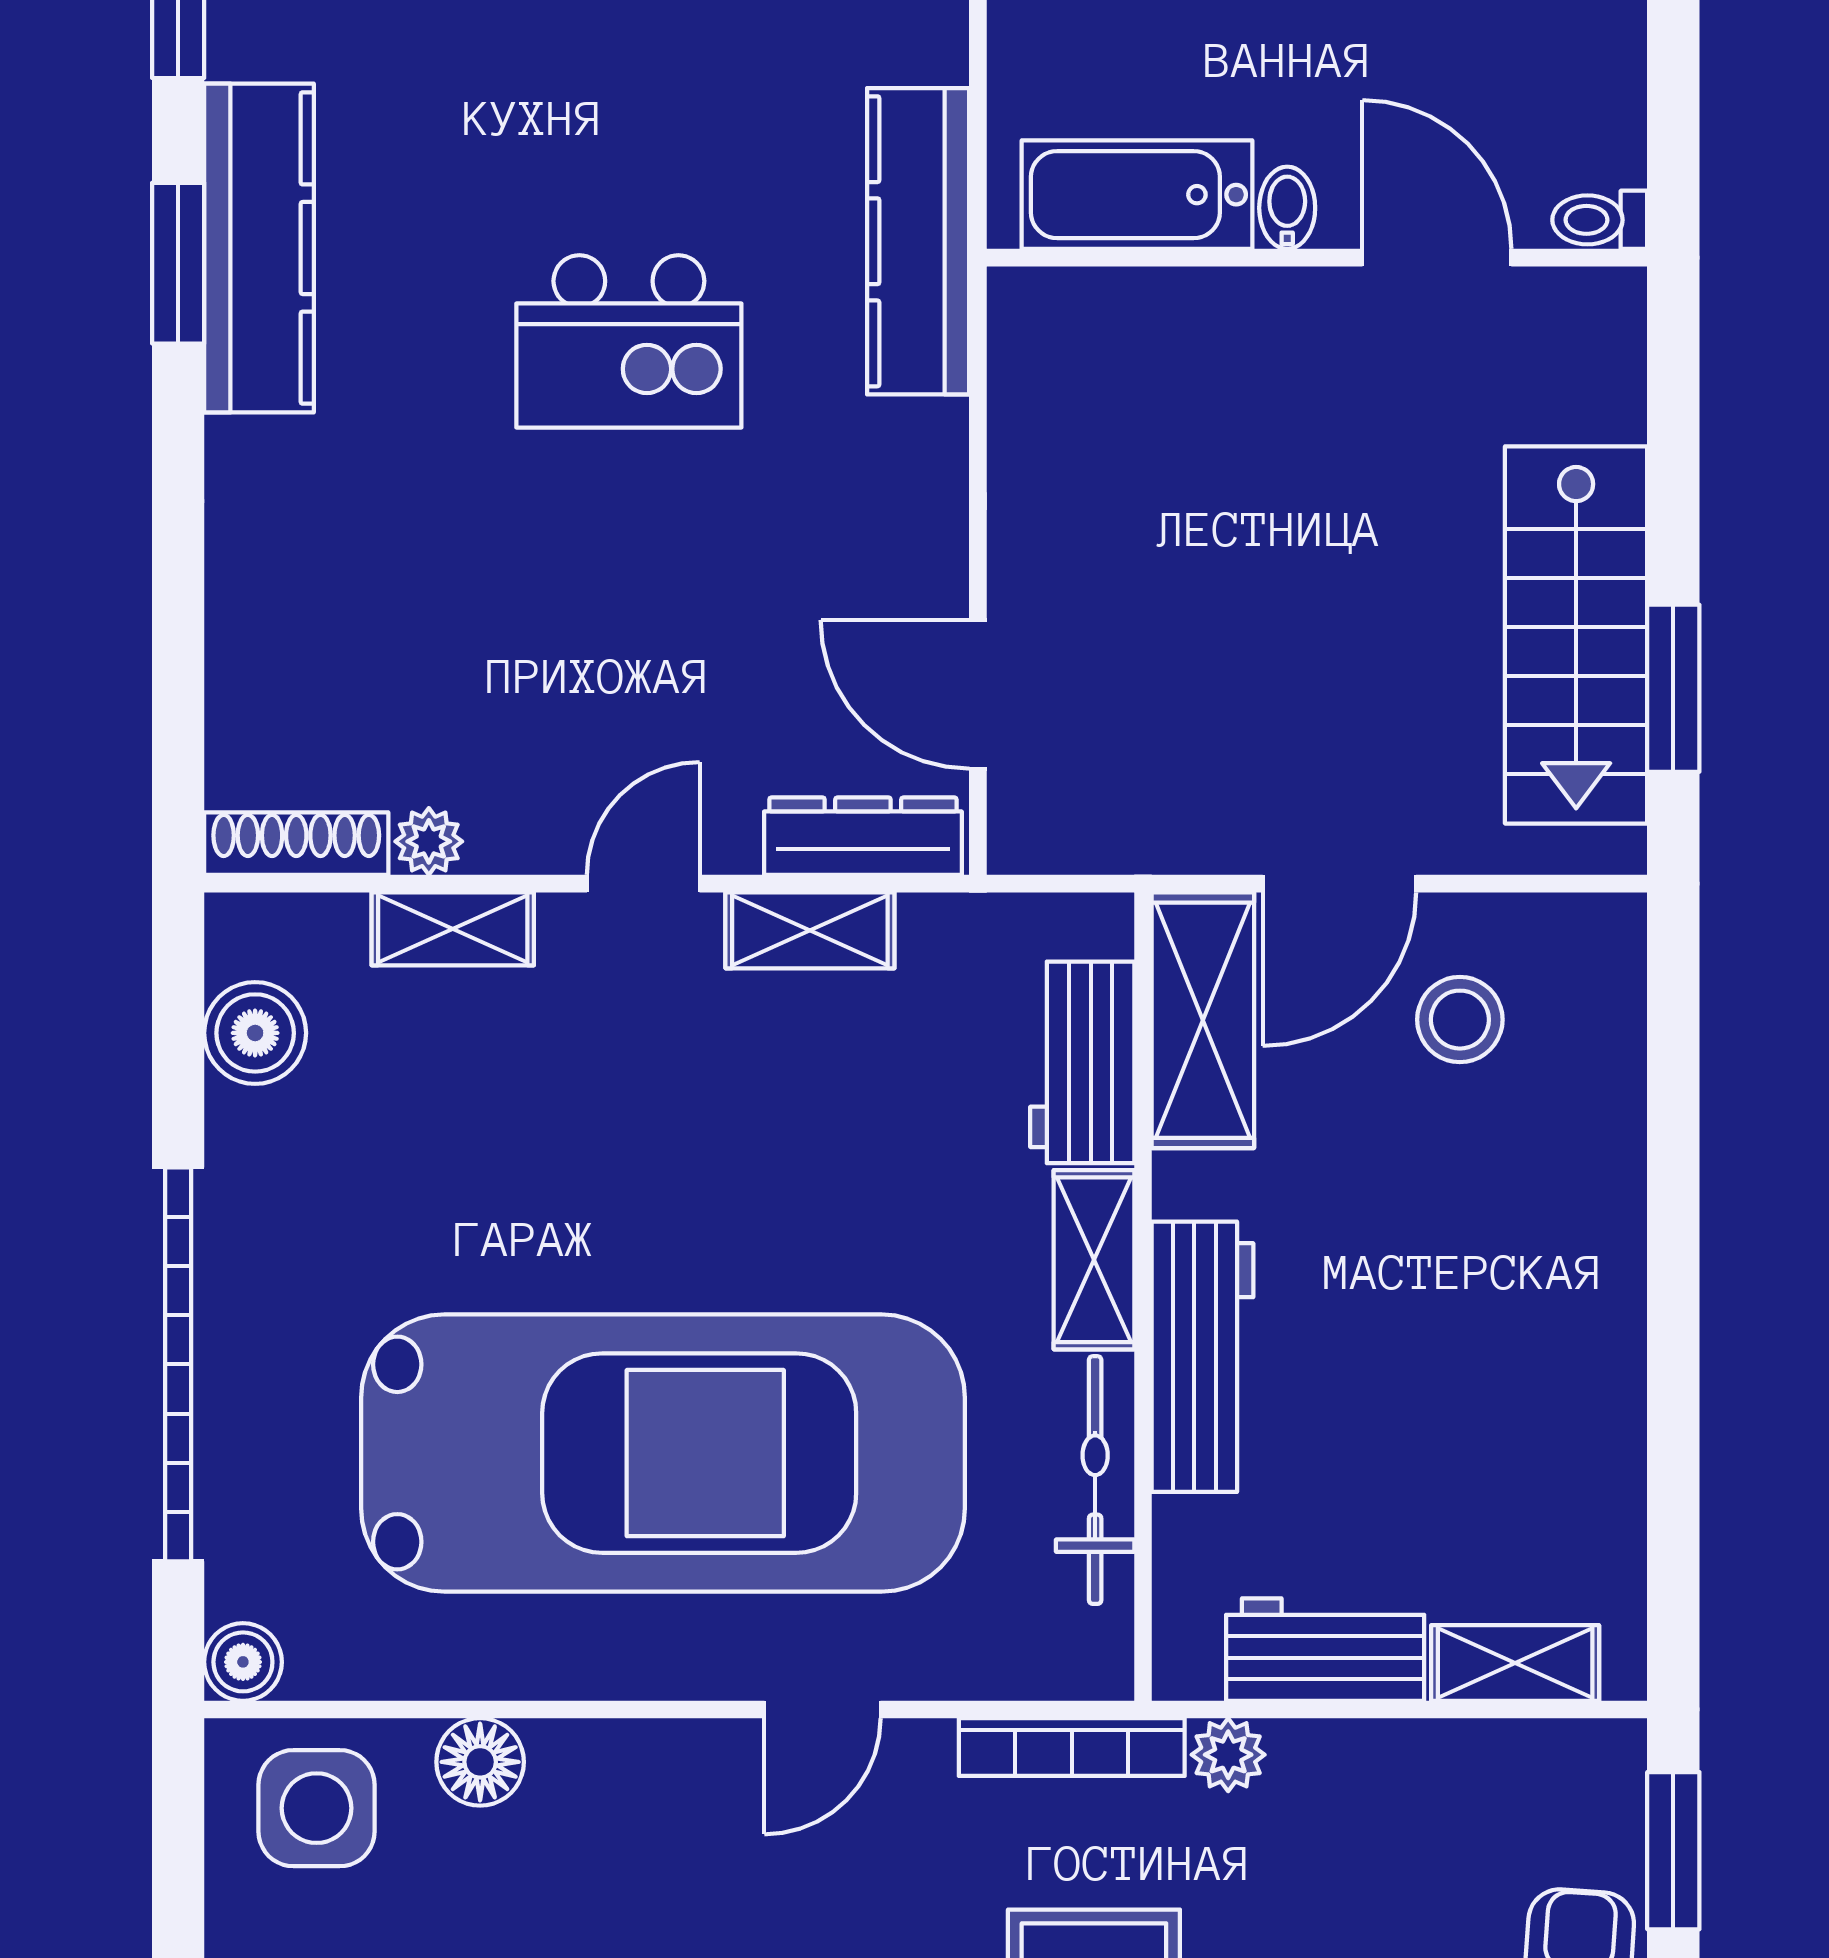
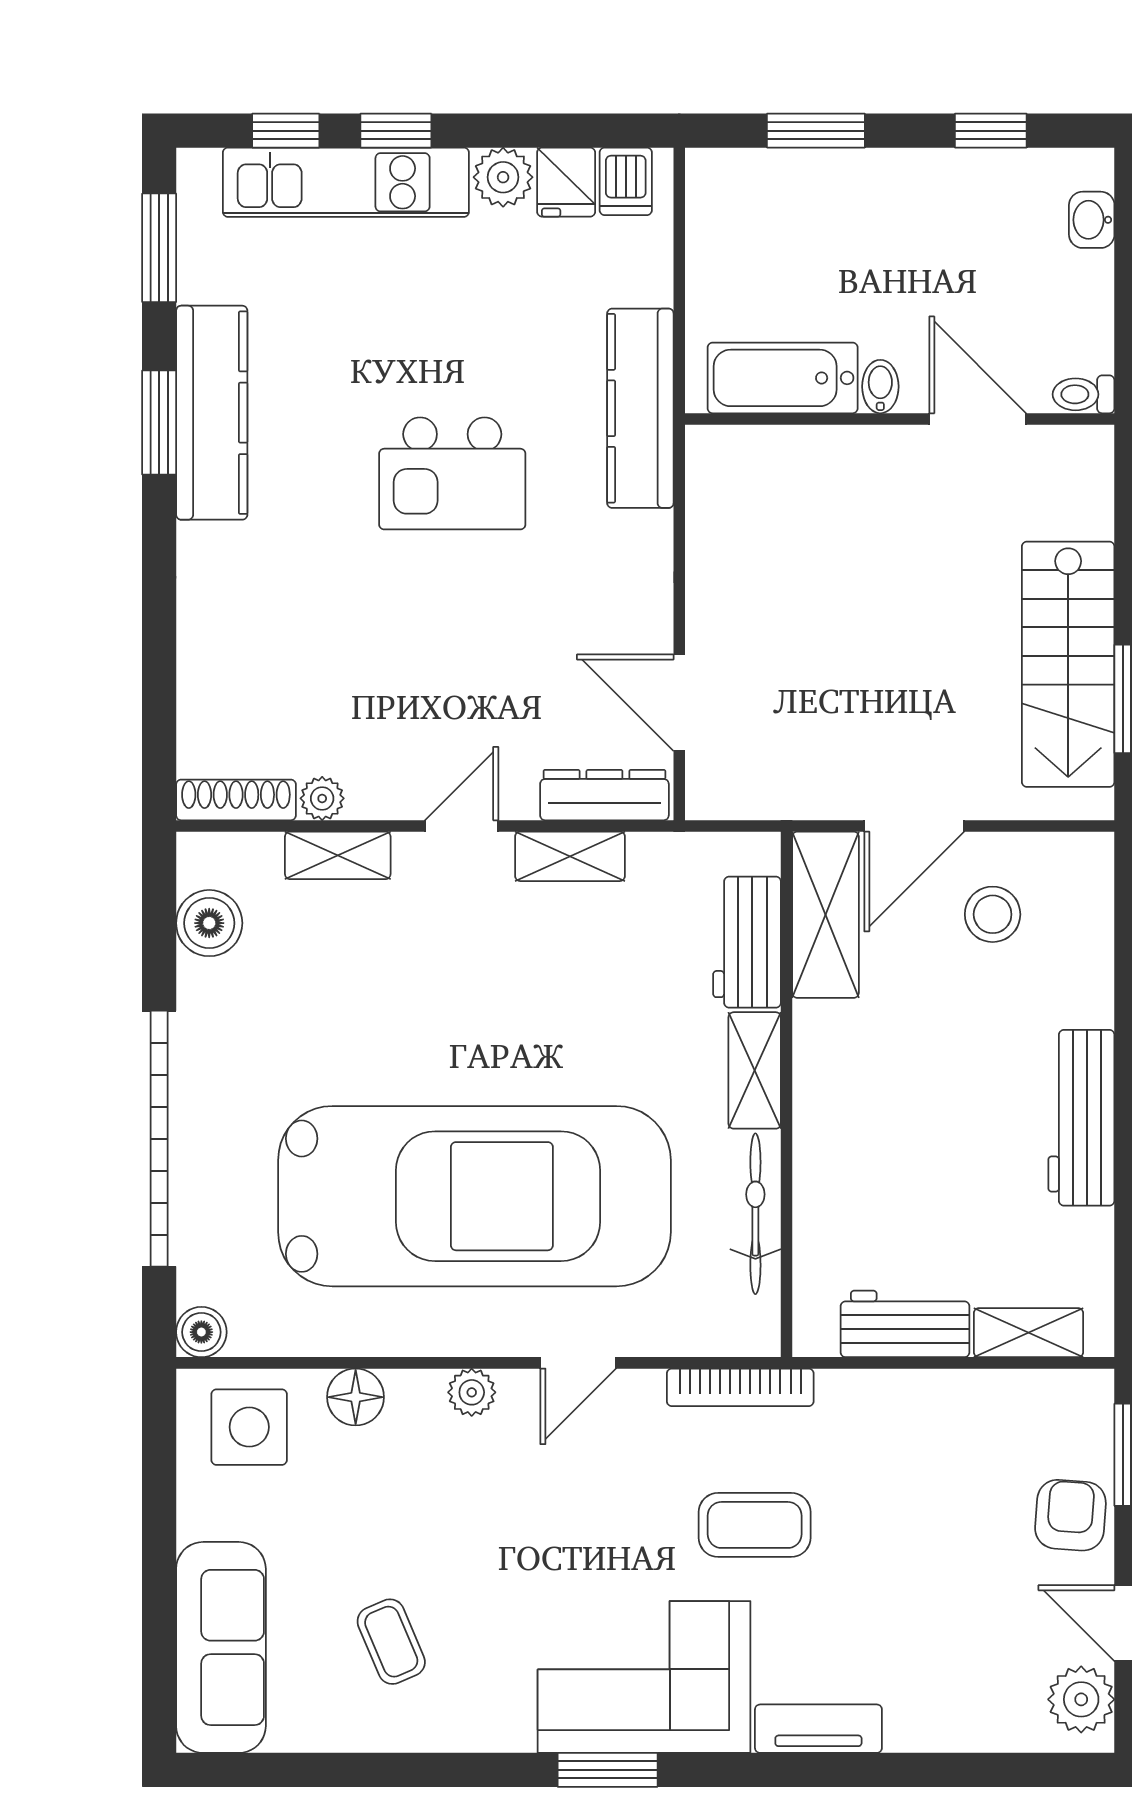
workbench: (1203, 1357) -> (1081, 1118), moved, turned 180
plant: (1228, 1755) -> (472, 1392), moved

